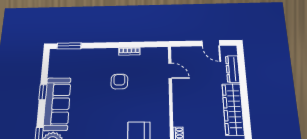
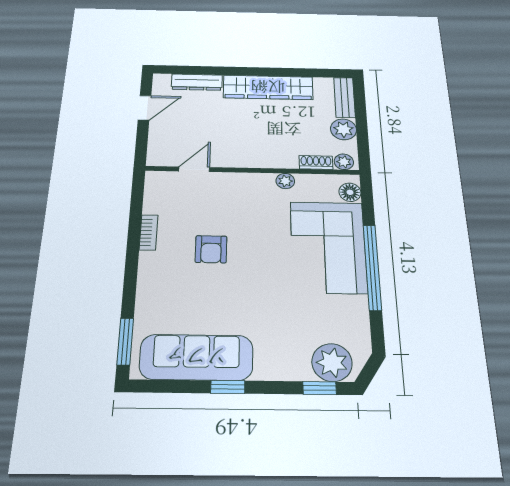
armchair: (119, 82) -> (211, 249), turned -90
sofa: (57, 104) -> (196, 357), moved
plant: (164, 119) -> (285, 181), added

